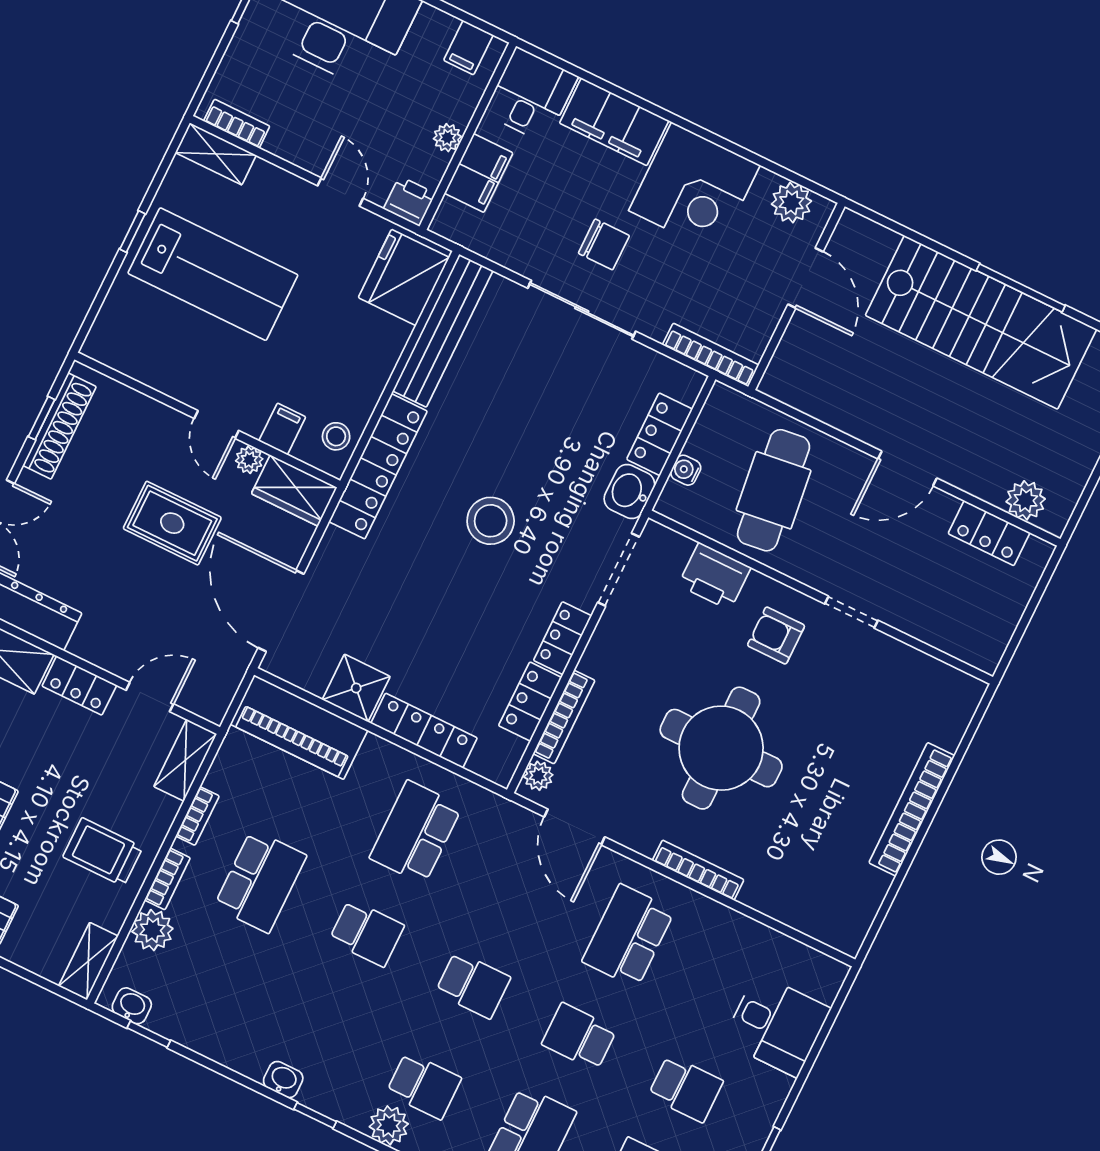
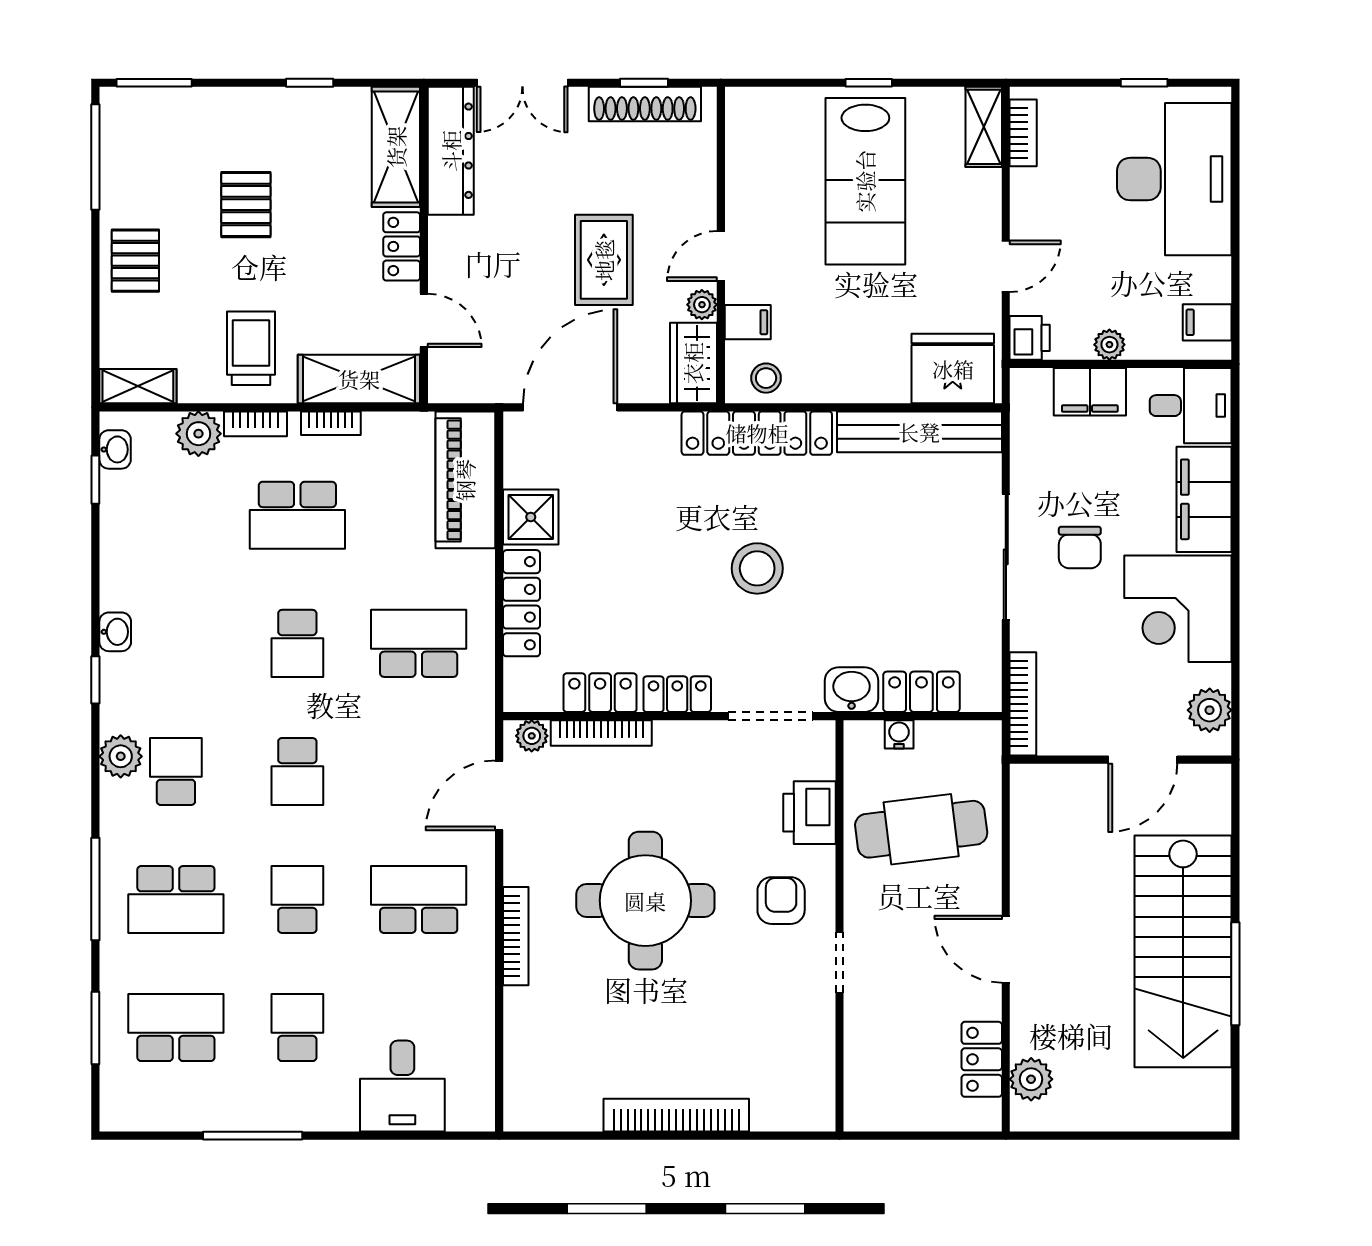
shelving: (185, 760) -> (359, 379), width x1.50, depth x1.33
school desk: (424, 1086) -> (176, 771), turned 180
school desk: (686, 1089) -> (297, 1028), turned 180

